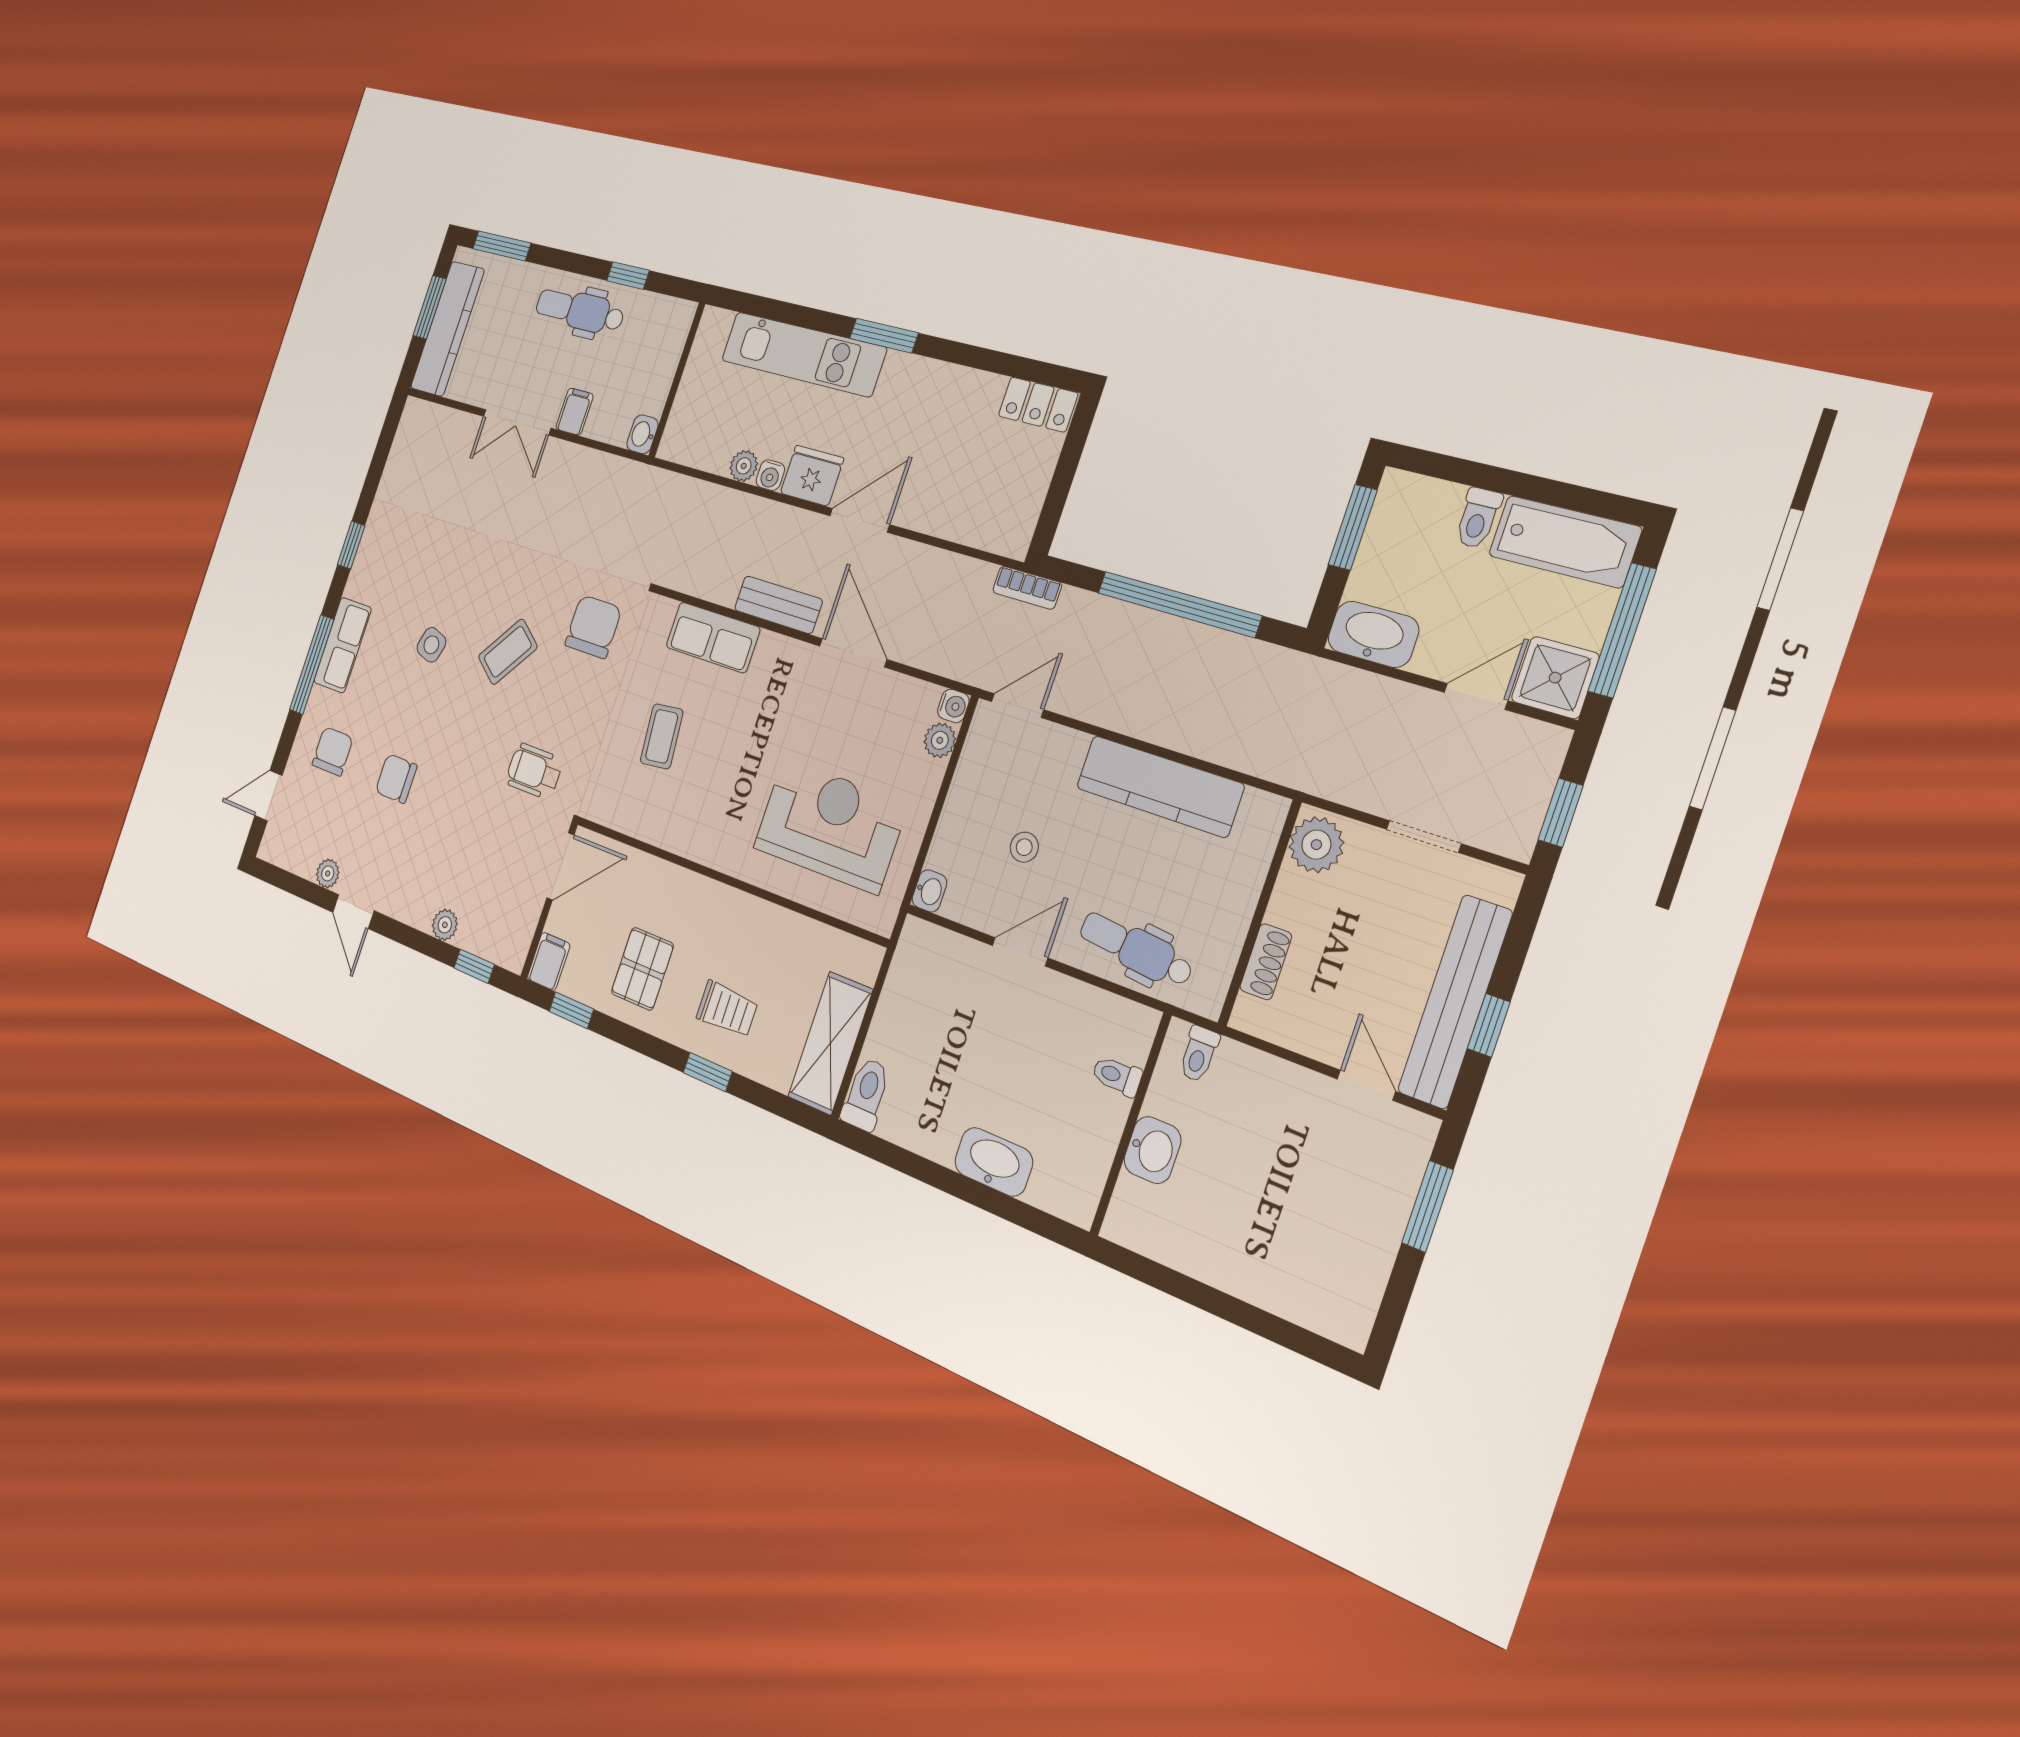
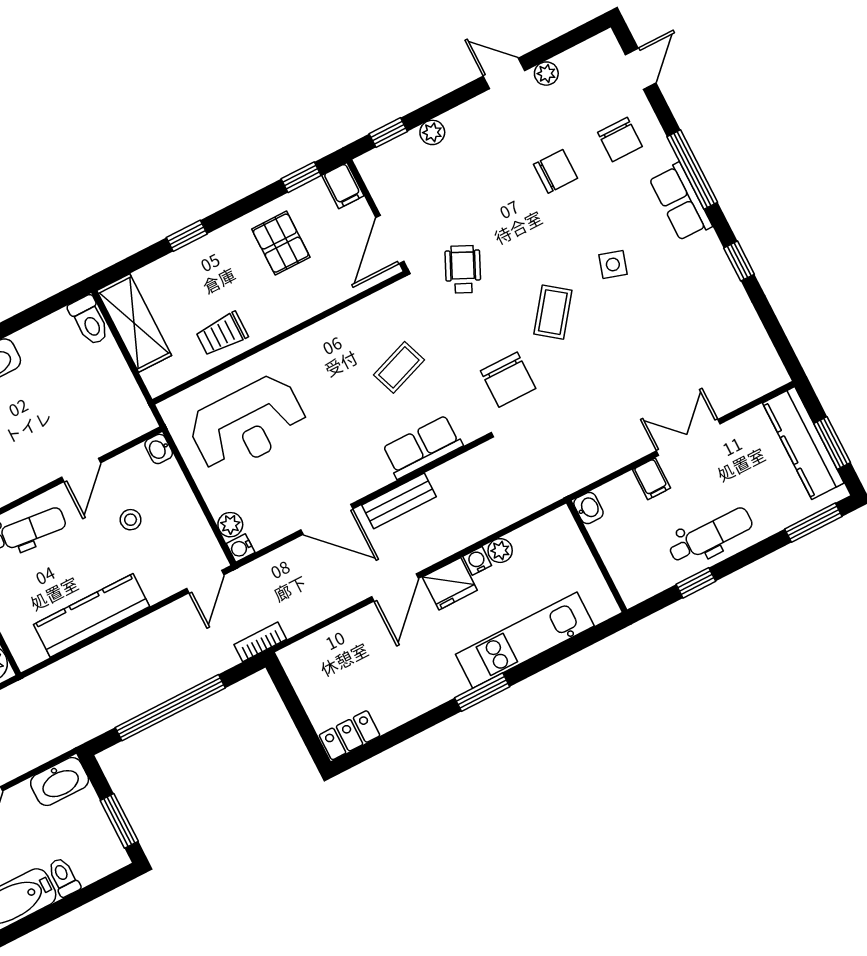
coffee table: (662, 736) -> (399, 367), turned 76
wheelchair: (534, 771) -> (463, 269), turned -65
trolley: (727, 1009) -> (222, 334), moved

